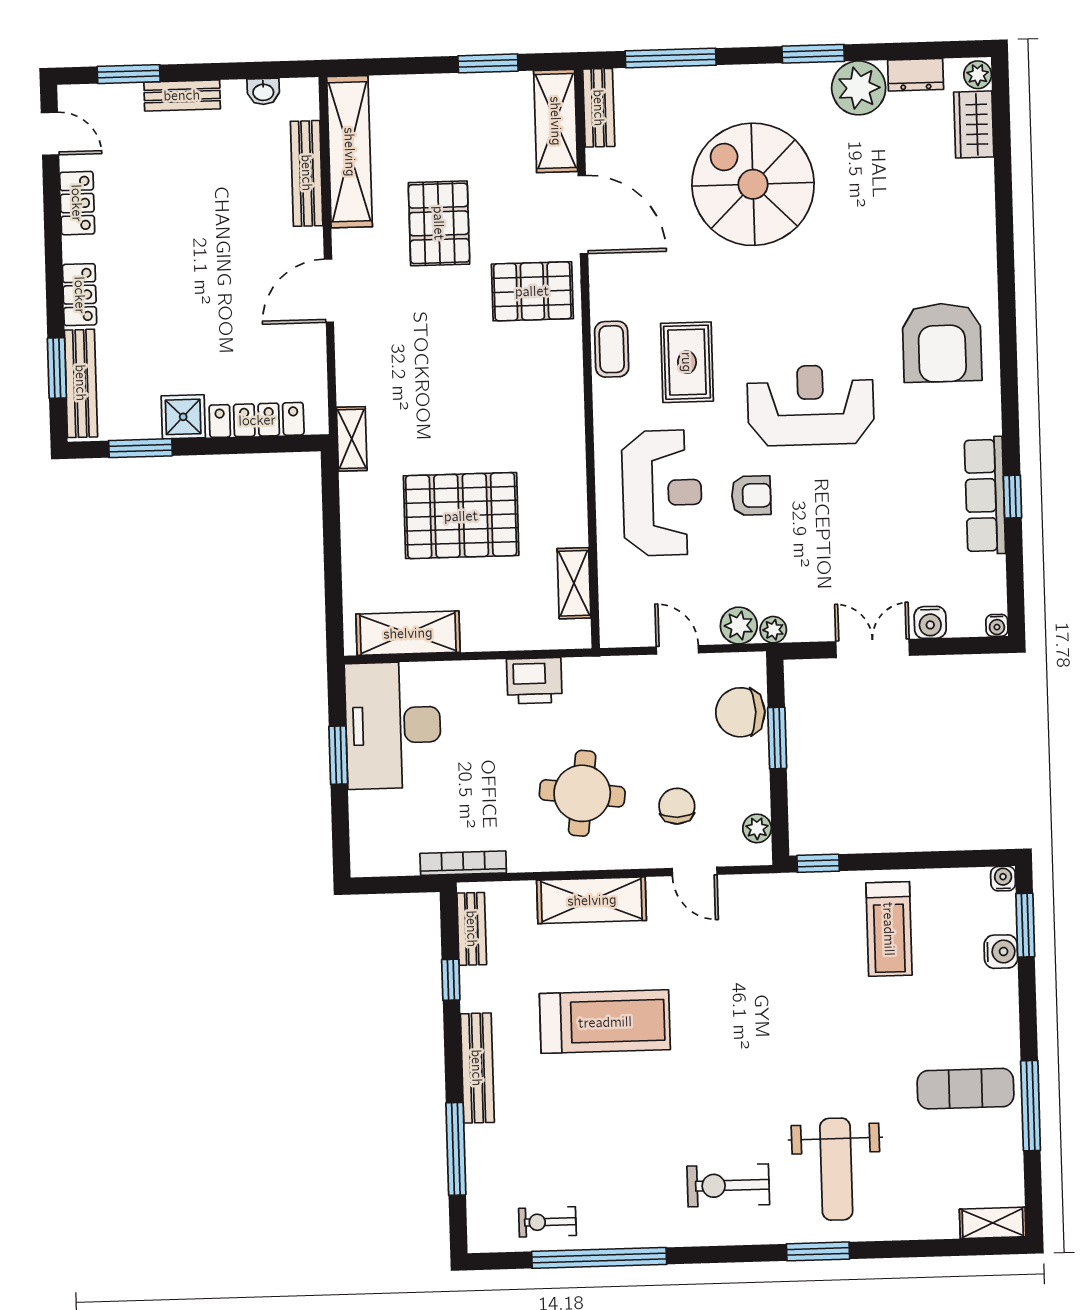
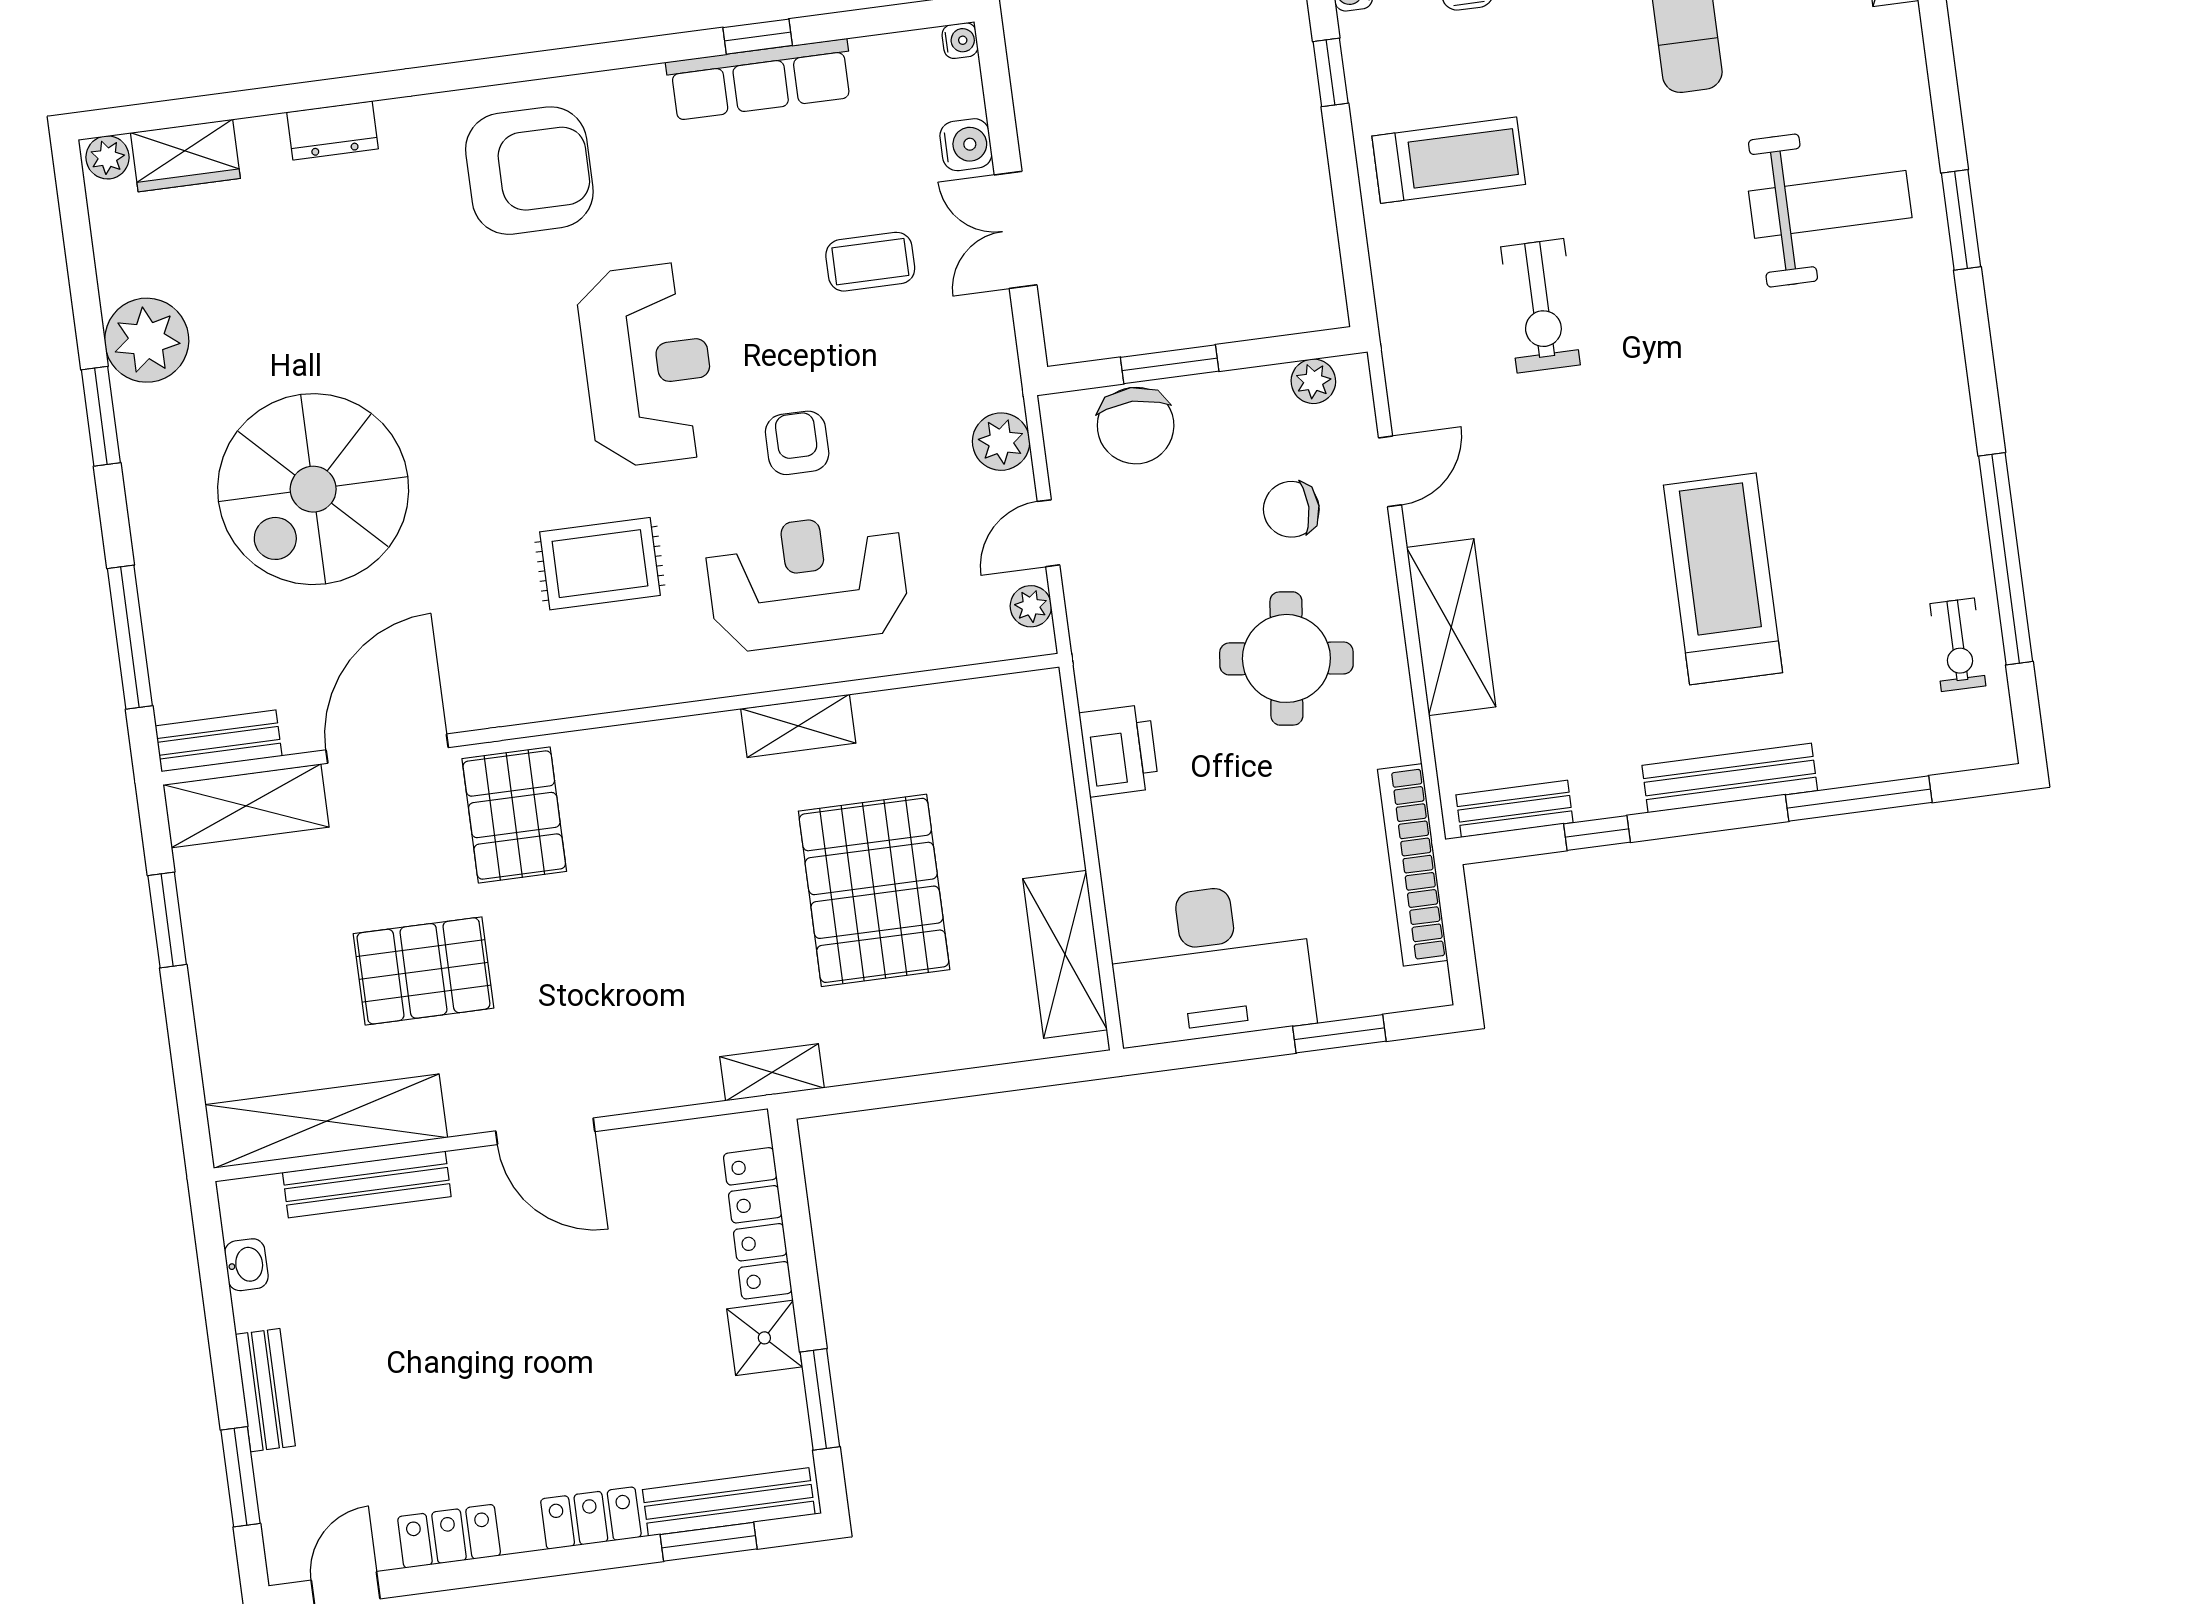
dresser: (916, 75) -> (332, 130), moved, turned 90
coffee table: (612, 349) -> (870, 262), moved
reception desk: (811, 405) -> (647, 365), turned 180
shelving: (574, 583) -> (798, 726), moved
plant: (773, 630) -> (1031, 606), moved
window: (338, 755) -> (1339, 1034), moved
bookcase: (463, 863) -> (1413, 865), width x1.48, depth x1.31
window: (818, 863) -> (1331, 72), moved
treadmill: (605, 1022) -> (1723, 579), moved
exercise bike: (728, 1185) -> (1540, 306), moved

